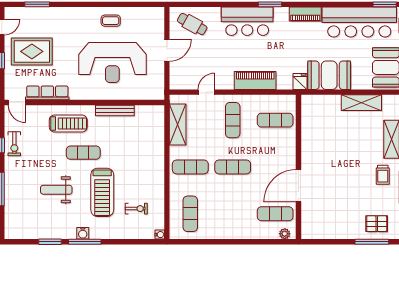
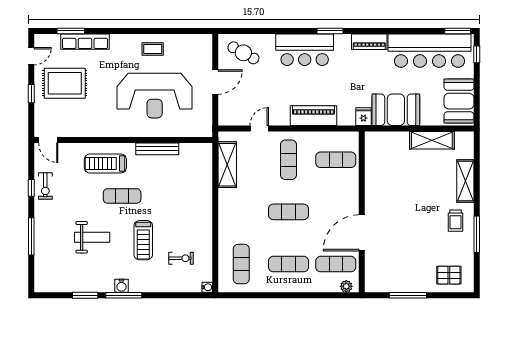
row of seats: (47, 93) -> (85, 42), moved, turned 180
treadmill: (68, 123) -> (105, 164), turned 180
exercise mat: (190, 167) -> (288, 264), moved
weight bench: (56, 190) -> (92, 237), turned 180
treadmill: (102, 192) -> (143, 240), width x0.73, depth x0.73
window: (372, 242) -> (408, 295), moved

